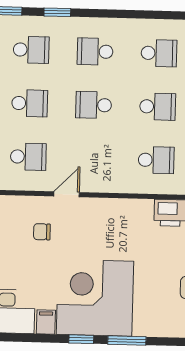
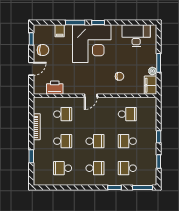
school desk: (158, 107) -> (63, 141), turned 180
school desk: (28, 157) -> (127, 114), turned 180
school desk: (156, 160) -> (63, 114), turned 180
door: (67, 194) -> (91, 96), moved
filing cabinet: (46, 322) -> (60, 31), moved

